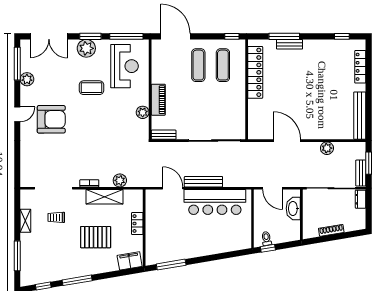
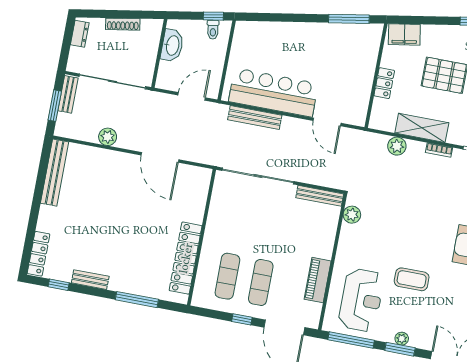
window: (232, 36) -> (242, 319), moved
bench: (290, 44) -> (90, 280), moved
plant: (86, 48) -> (402, 339), width x0.53, depth x0.53
reception desk: (125, 66) -> (361, 300), turned 180
locker: (360, 67) -> (39, 254), moved
piano: (158, 100) -> (318, 280), moved
plant: (143, 112) -> (352, 215), moved
bench: (164, 135) -> (320, 196), width x1.36
bench: (203, 182) -> (255, 117), moved
door: (273, 188) -> (192, 96), hinge flipped
dresser: (361, 199) -> (80, 34), moved
washbasin: (293, 208) -> (172, 45), moved

